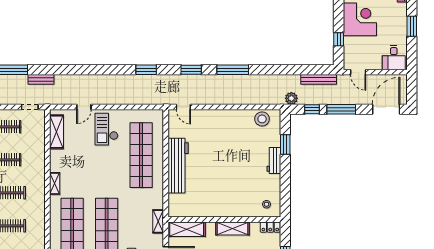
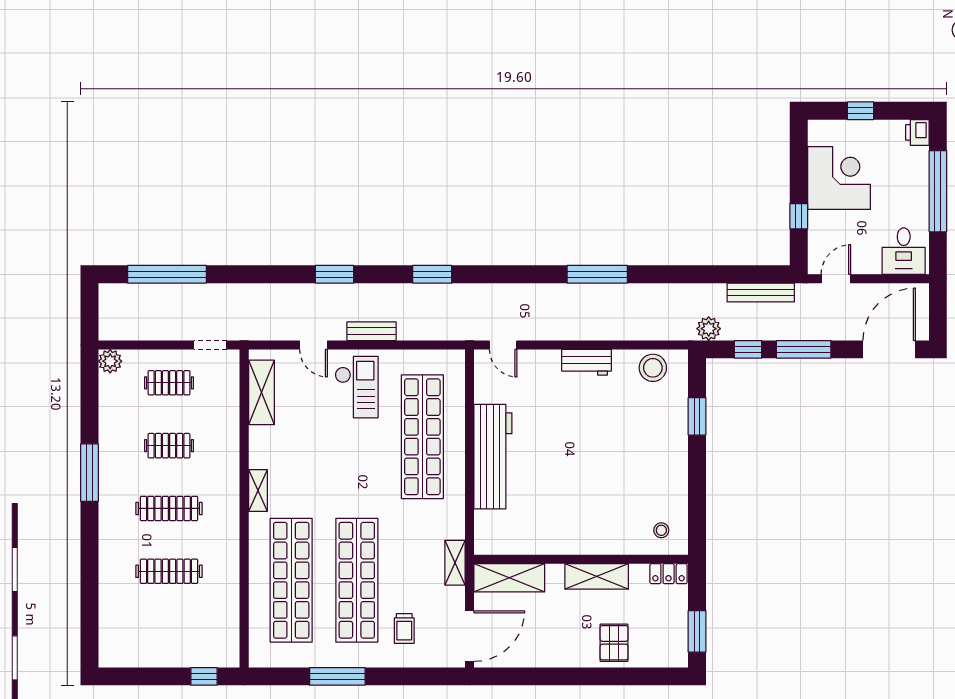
window: (412, 26) -> (938, 191), width x2.11
window: (191, 70) -> (335, 274), moved
door: (358, 72) -> (836, 279), swing flipped
bench: (41, 79) -> (372, 331), moved
door: (84, 107) -> (314, 345), hinge flipped
checkout: (107, 129) -> (357, 387), turned 180
workbench: (274, 160) -> (587, 362), moved, turned -90

